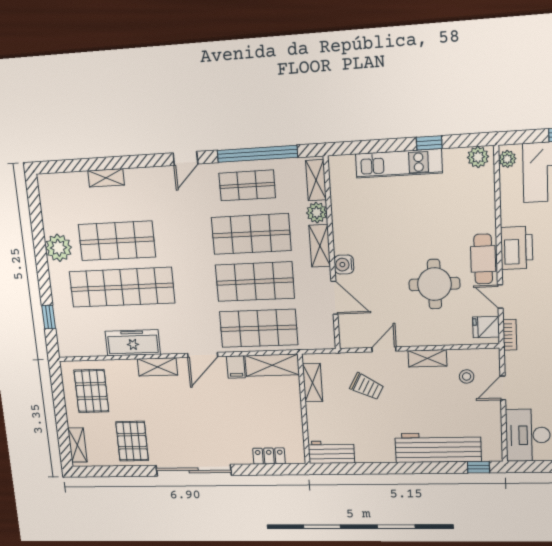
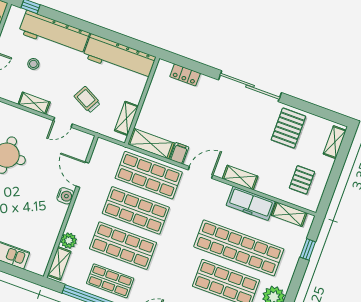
shelving: (320, 246) -> (289, 214), moved, turned 90
stool: (467, 376) -> (33, 64), moved
pallet: (91, 391) -> (302, 180), width x0.67, depth x0.71
workbench: (331, 452) -> (119, 57), width x1.88, depth x1.32

